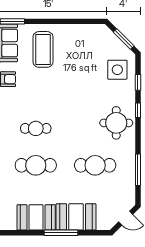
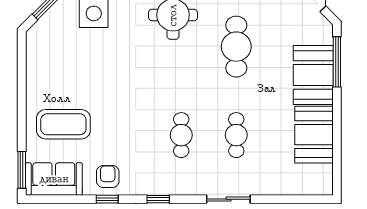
cafe table: (36, 165) -> (236, 135), width x0.73, depth x0.74
window: (61, 233) -> (337, 62), moved

